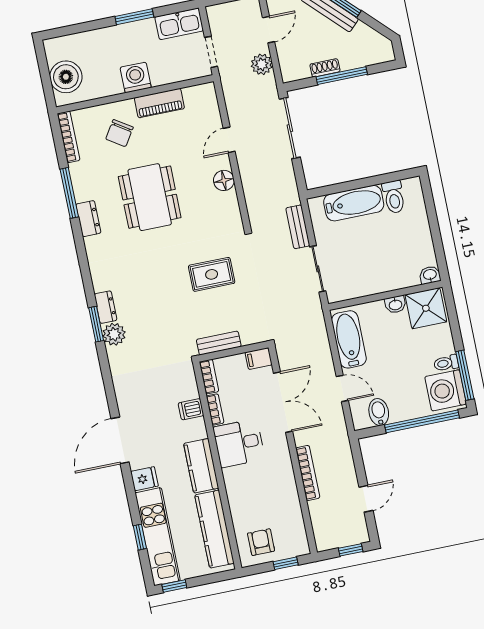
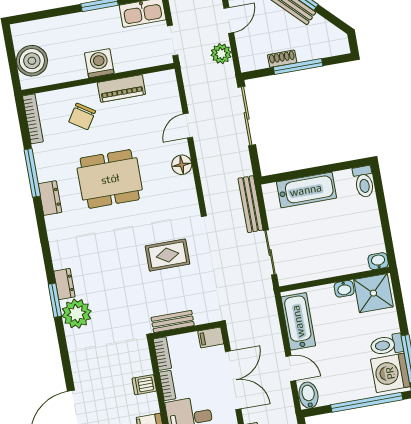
dining table: (150, 197) -> (110, 179), turned 90
toilet: (394, 197) -> (364, 182), moved
bench: (298, 227) -> (251, 204), width x1.36
plant: (114, 334) -> (77, 314), width x1.36, depth x1.36
toilet: (446, 363) -> (387, 345), width x1.37, depth x1.39
bidet: (379, 412) -> (308, 395), moved

